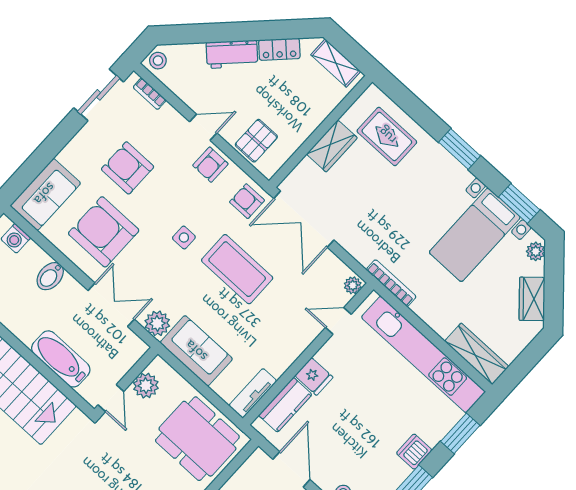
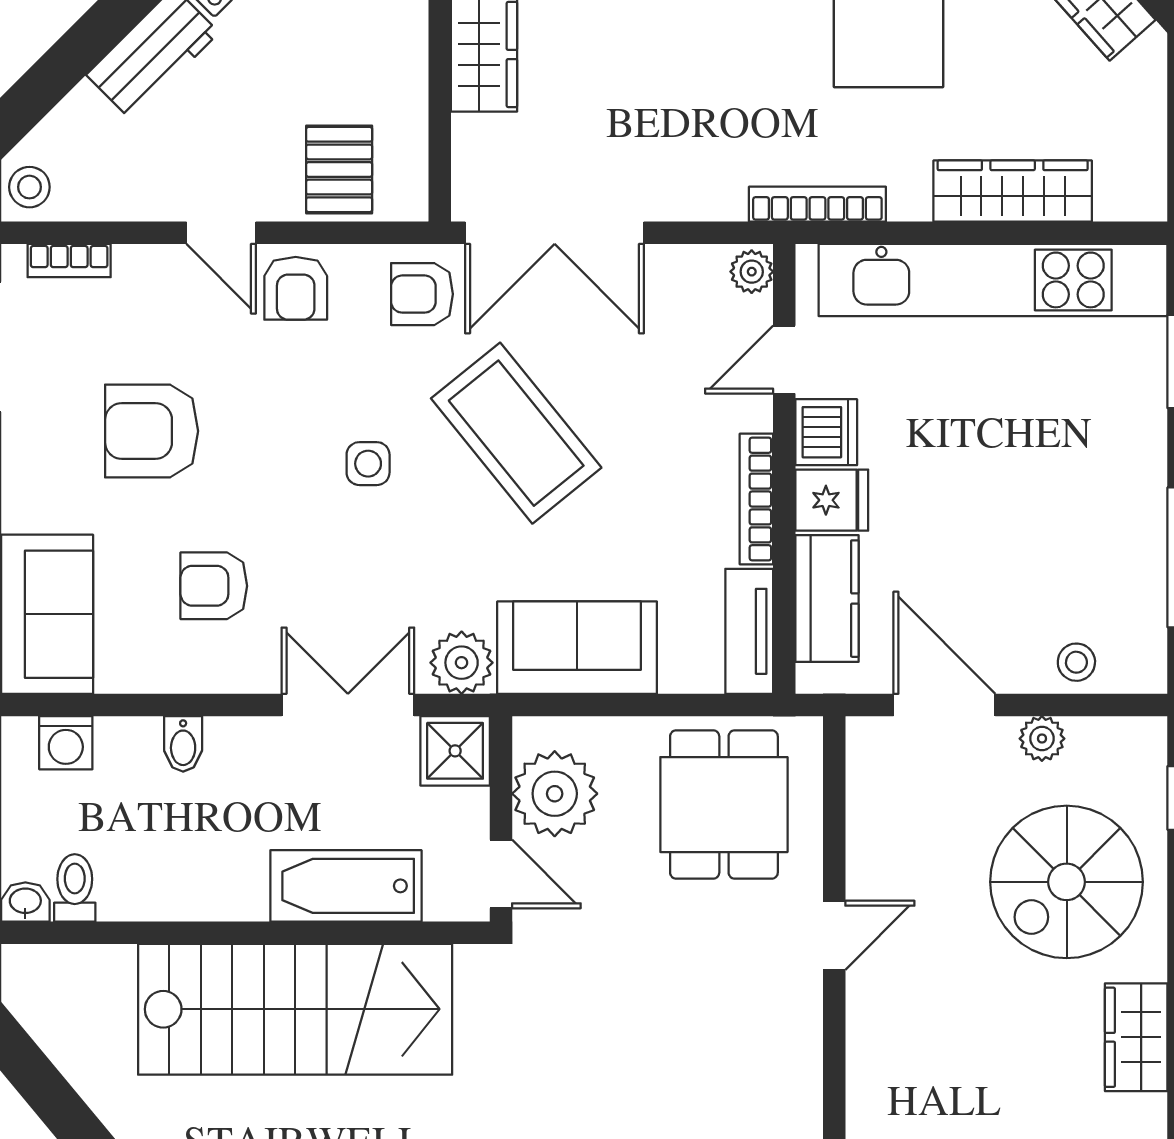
door: (203, 127) -> (221, 233), swing flipped
armchair: (104, 232) -> (214, 586), width x0.53, depth x0.53
coffee table: (237, 269) -> (516, 433), turned 51
bidet: (50, 276) -> (183, 744), width x0.72, depth x0.74
shower: (131, 348) -> (455, 751), added
wardrobe: (477, 354) -> (1013, 191), moved
bookcase: (291, 355) -> (756, 499), added
plant: (146, 386) -> (555, 794), width x1.36, depth x1.36
dining table: (197, 439) -> (724, 805), width x0.73
dishwasher: (414, 452) -> (826, 432), moved, turned 180

